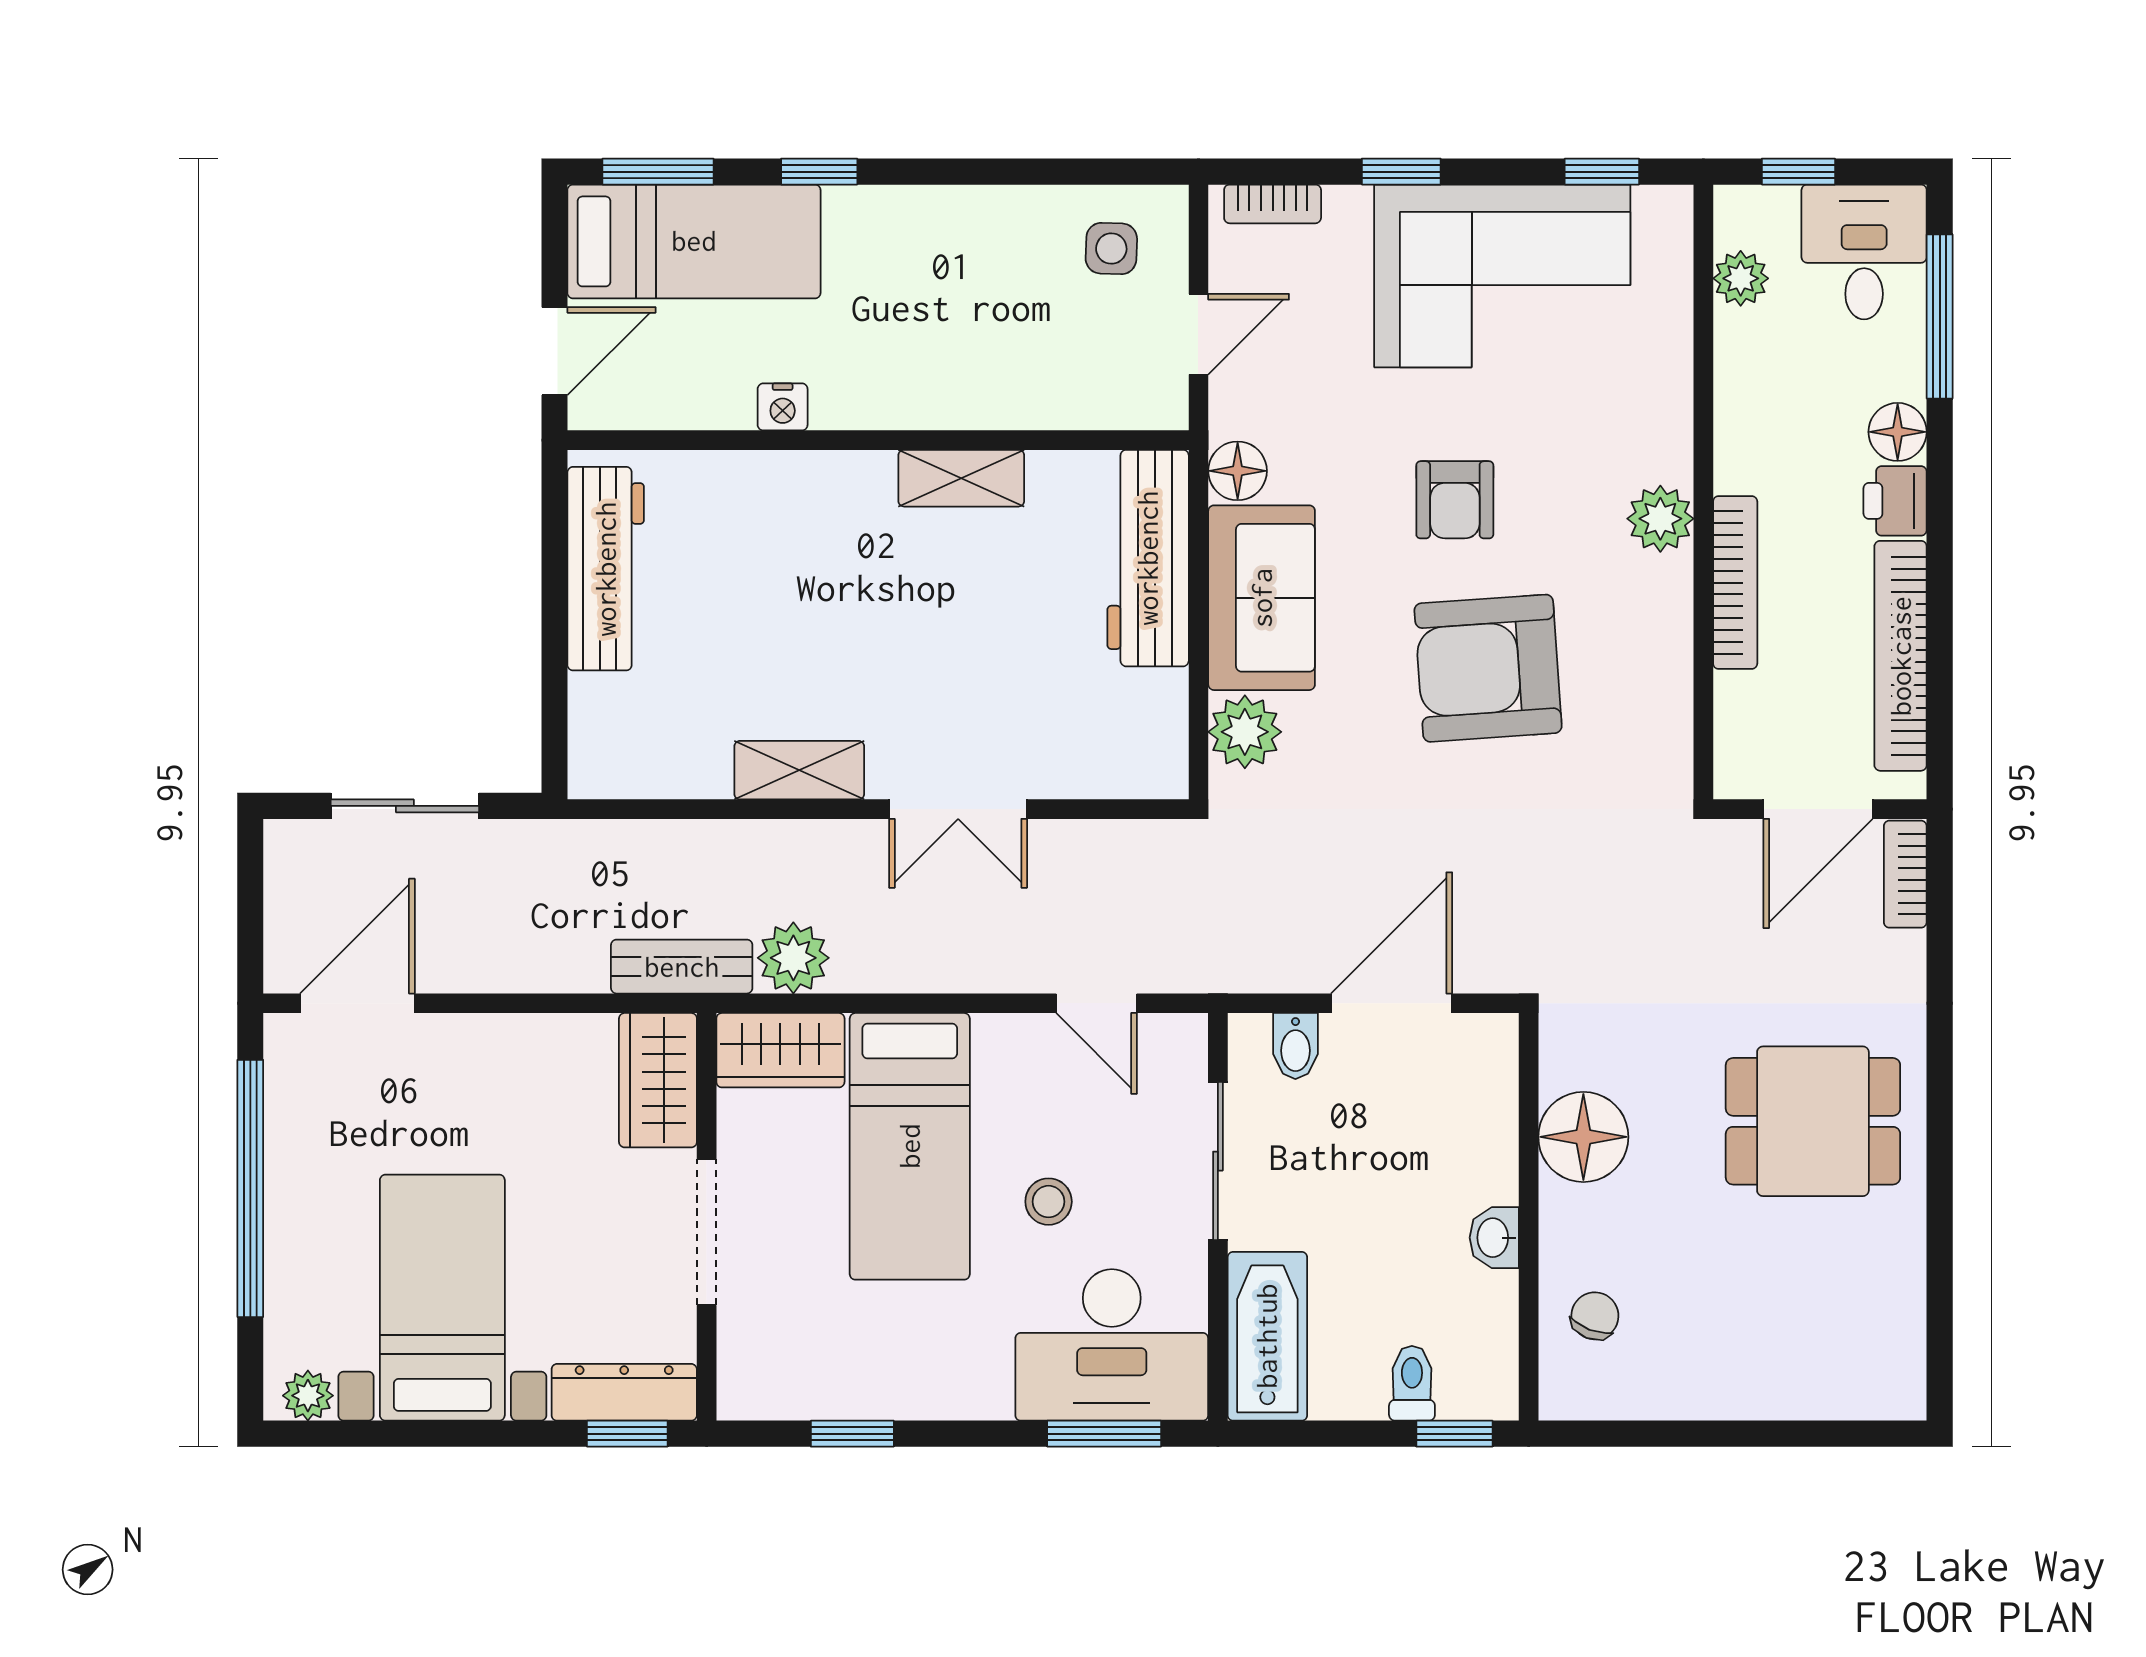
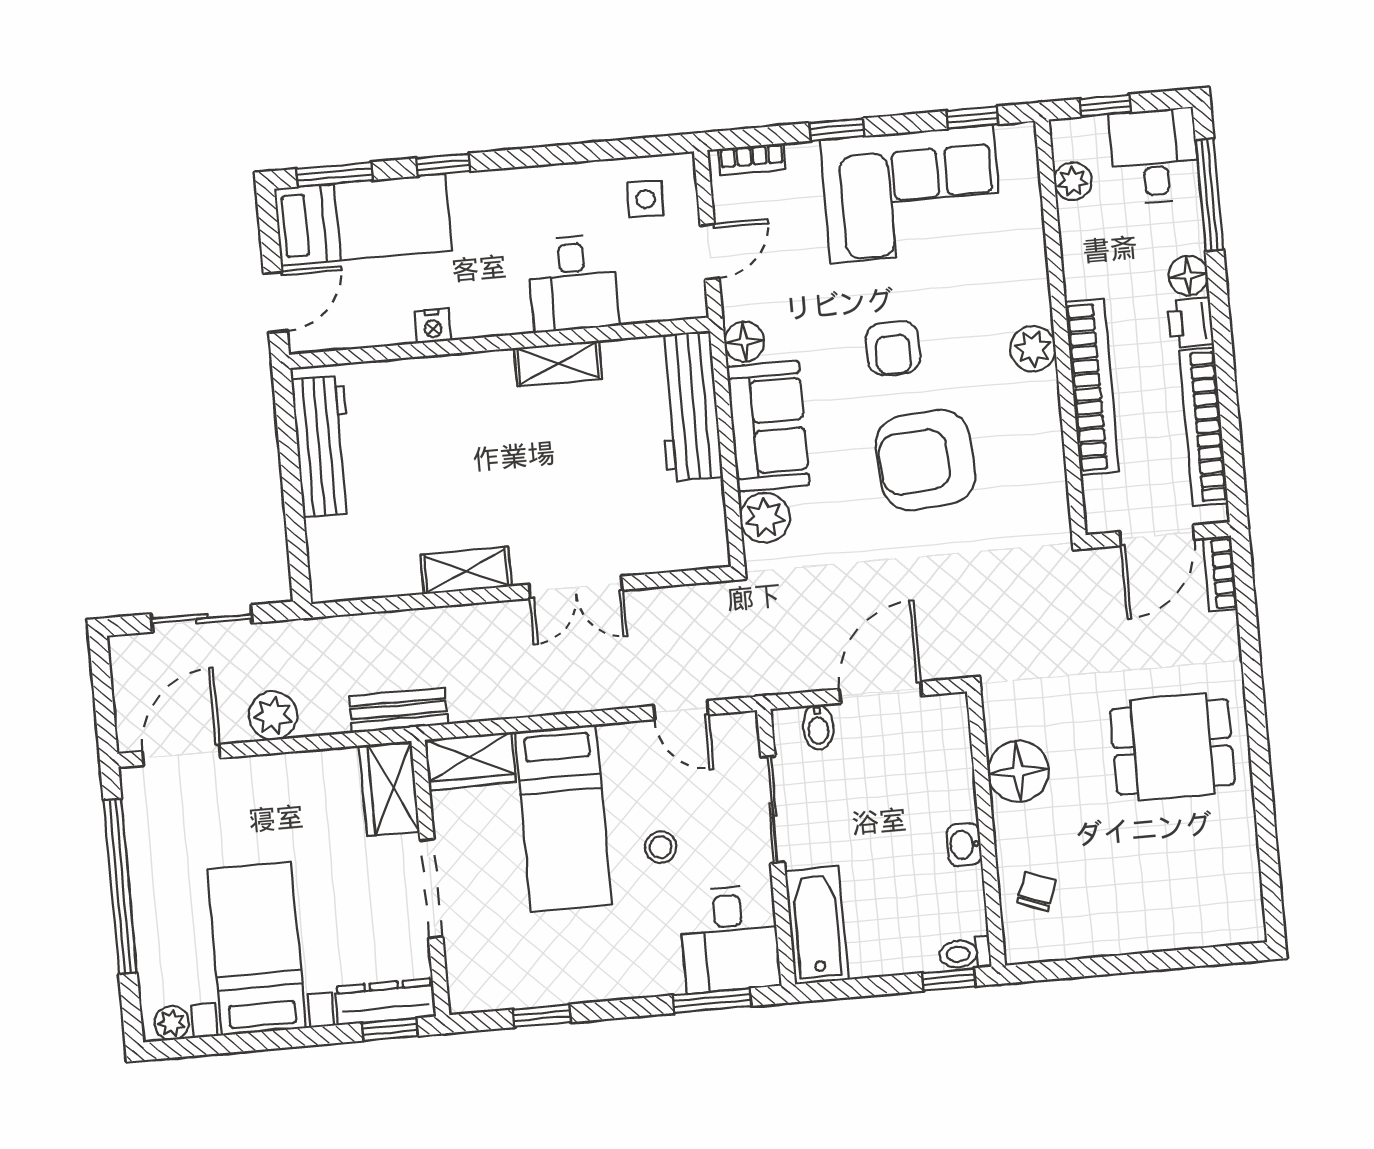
desk: (994, 362) -> (573, 283), added
bookcase: (1735, 583) -> (1092, 387), width x1.48, depth x1.31
plant: (793, 958) -> (273, 716), moved
desk: (1112, 1345) -> (730, 939), width x0.73
toilet: (1412, 1383) -> (965, 954), moved, turned -90

